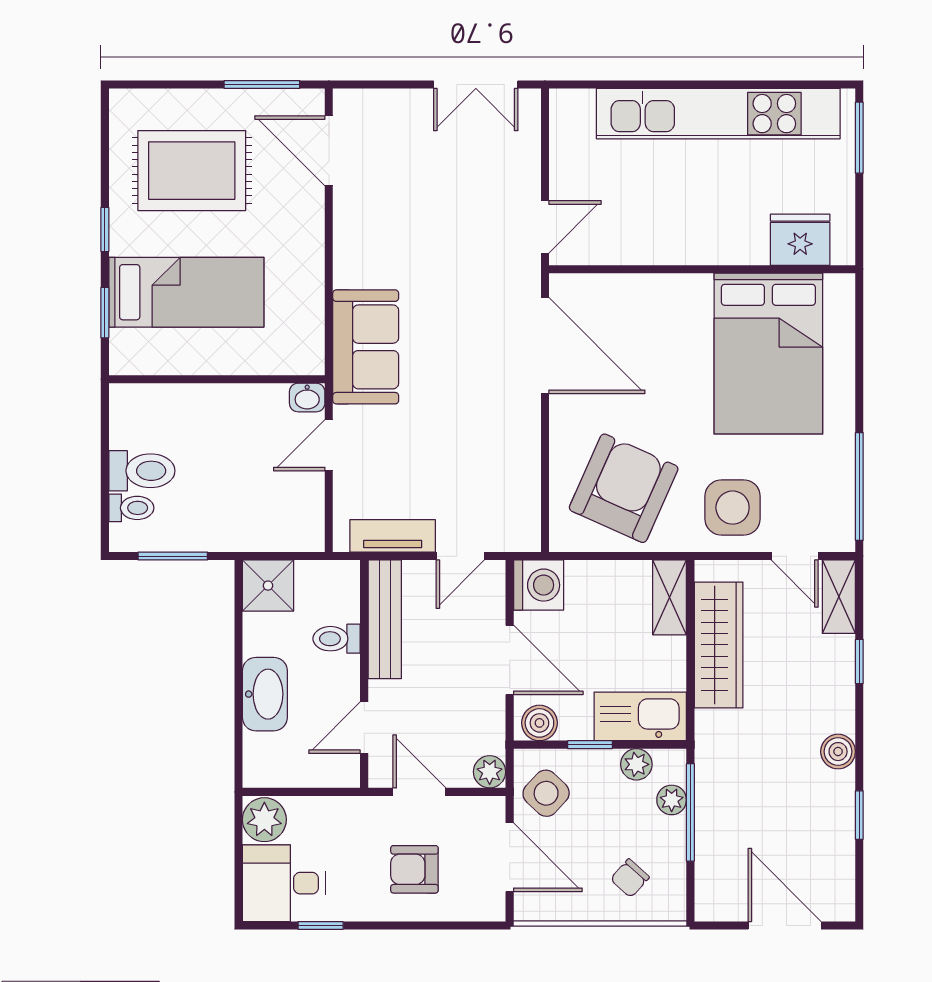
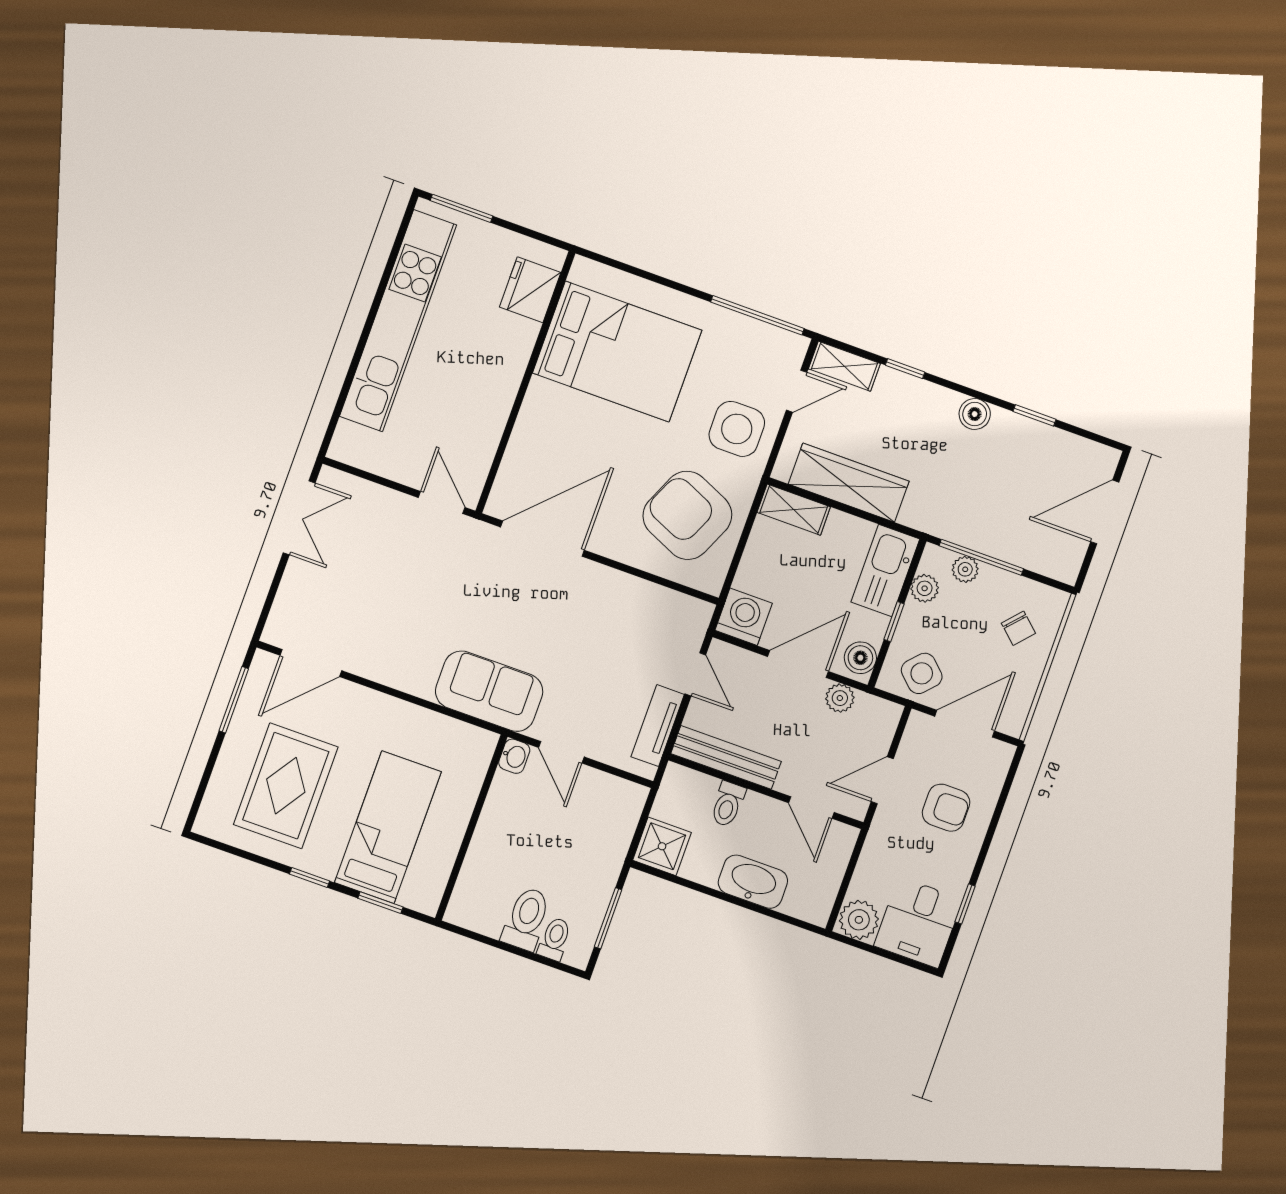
plant: (490, 772) -> (840, 698), moved
armchair: (414, 869) -> (946, 808), turned -90

